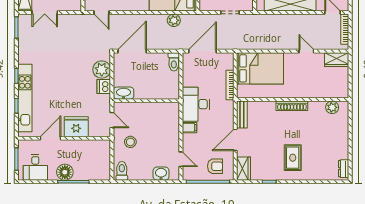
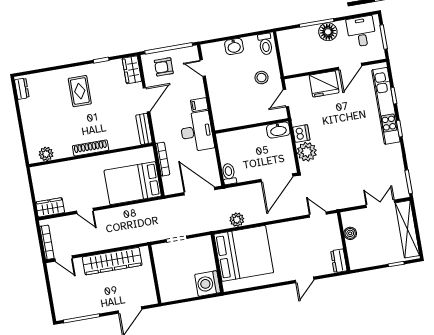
door: (203, 51) -> (199, 191), swing flipped
door: (112, 120) -> (286, 98), hinge flipped
washbasin: (161, 174) -> (234, 46), moved

